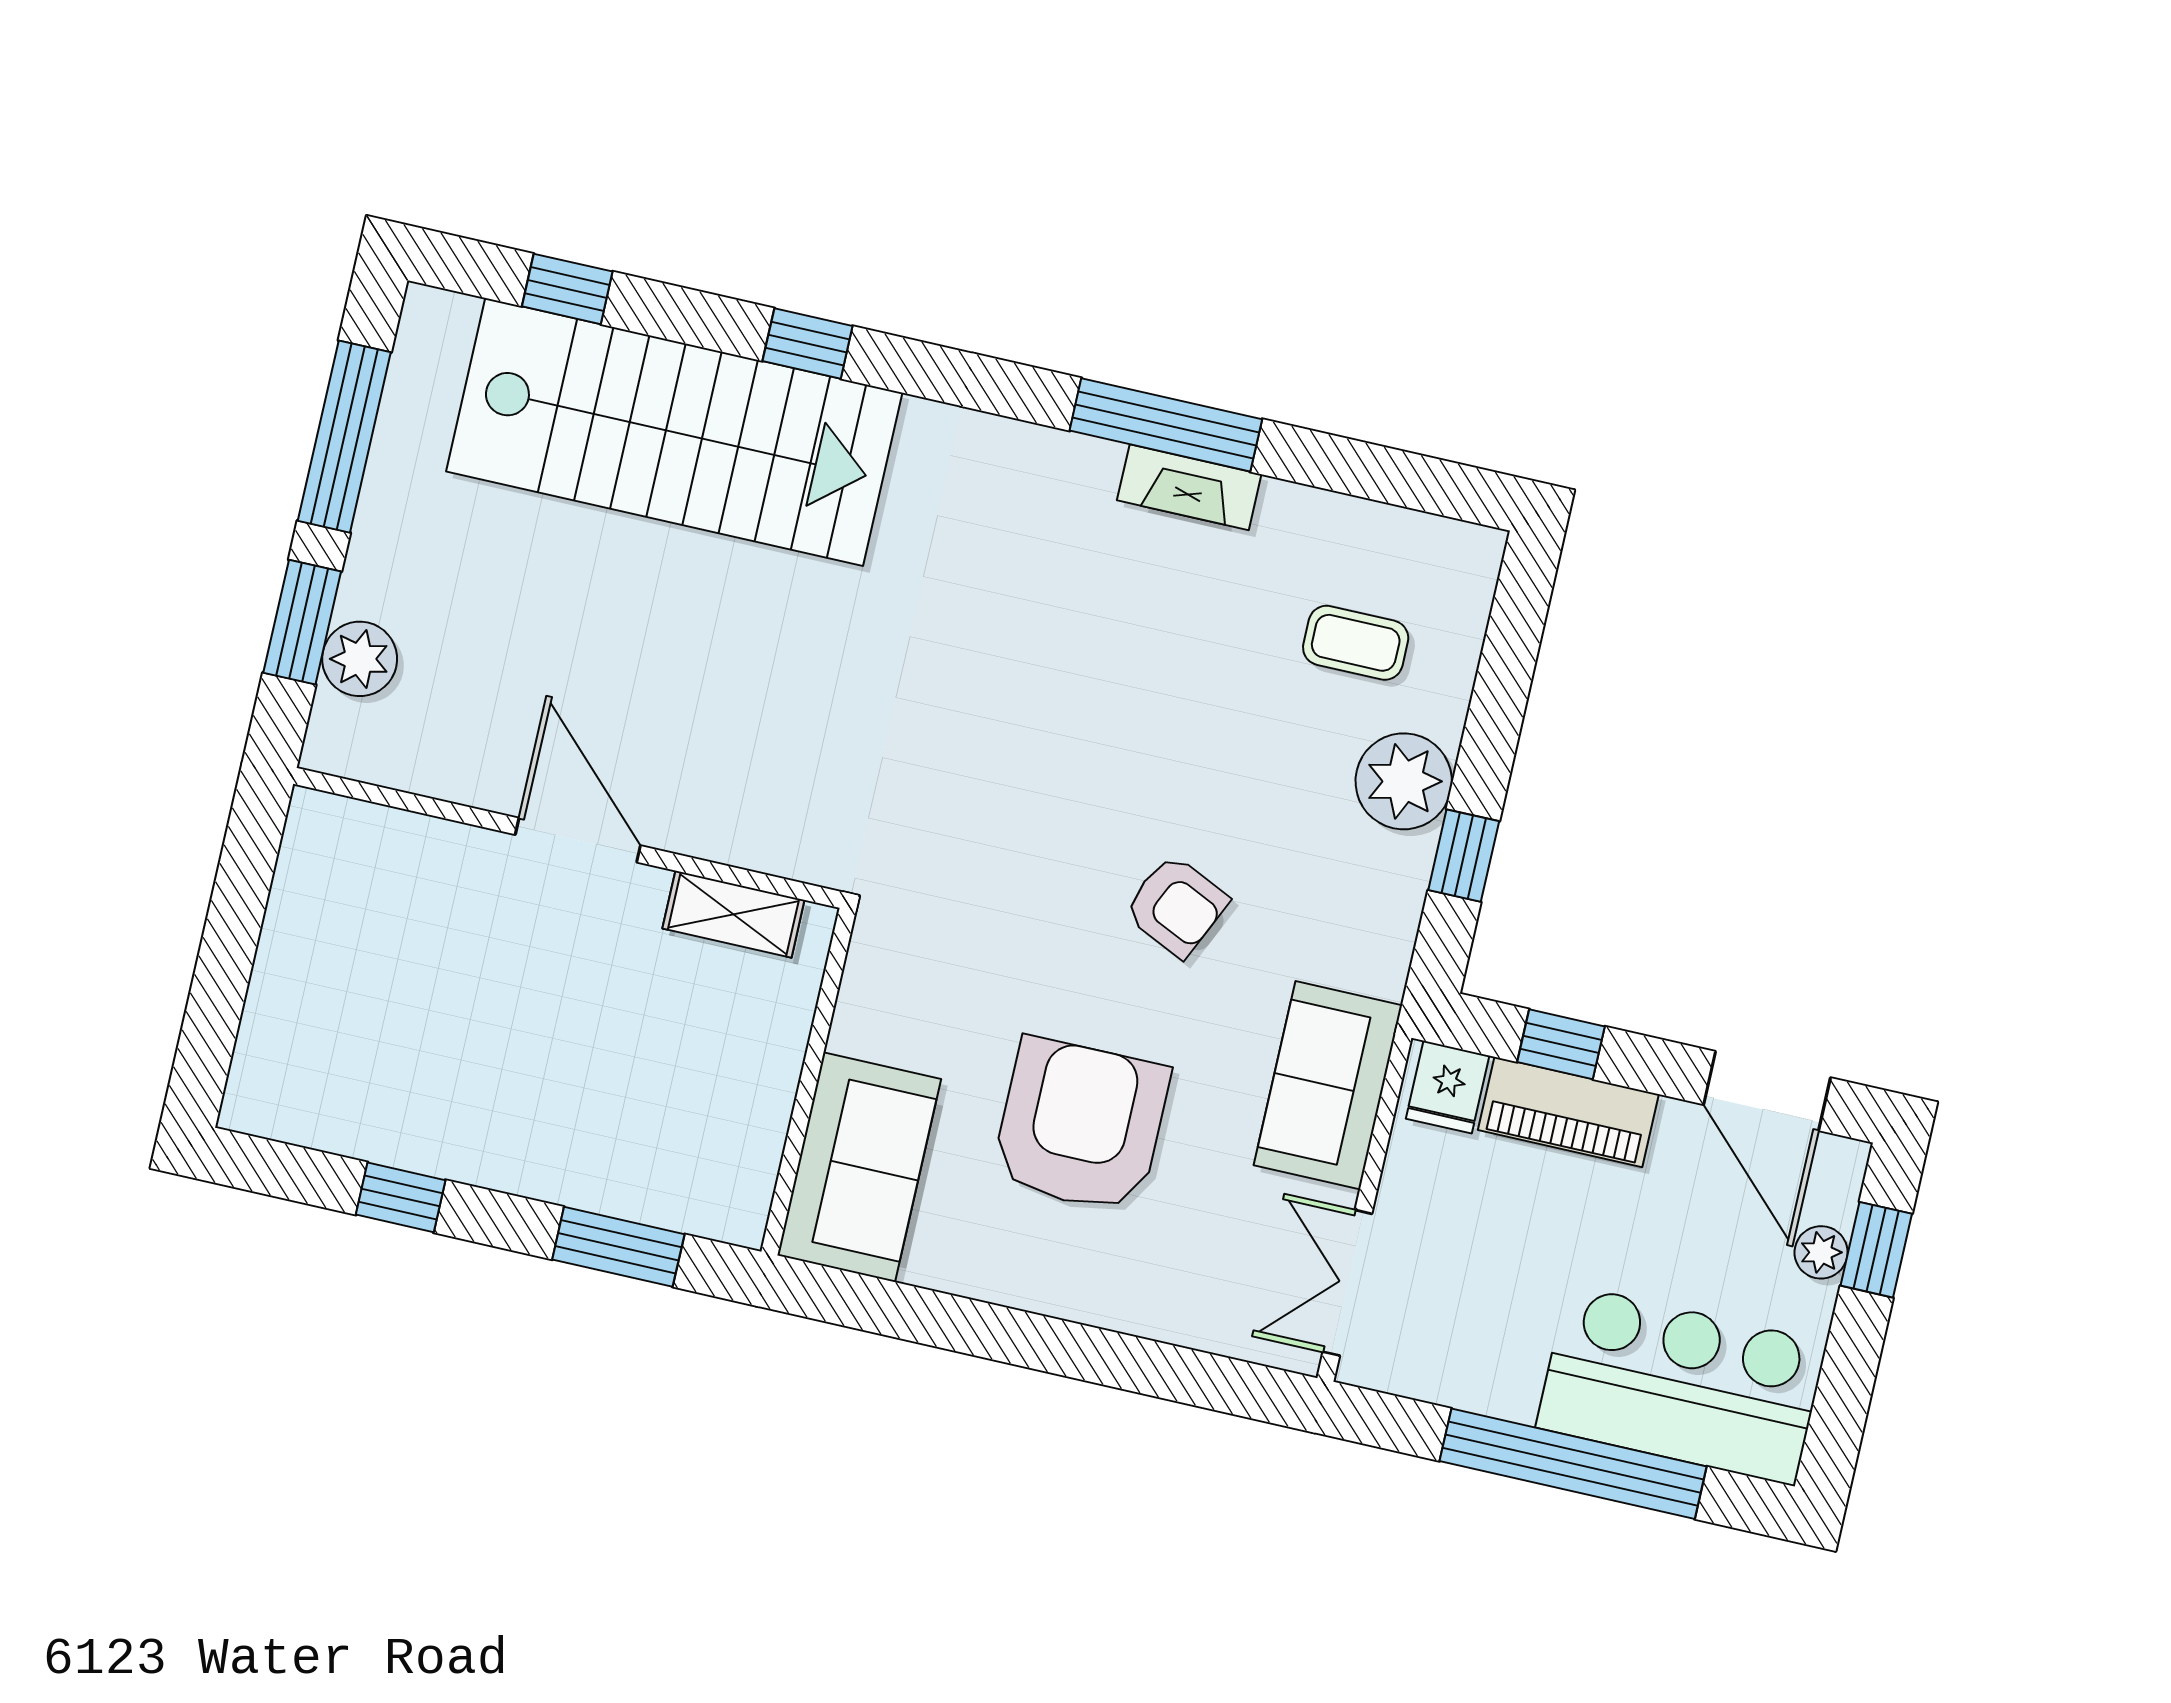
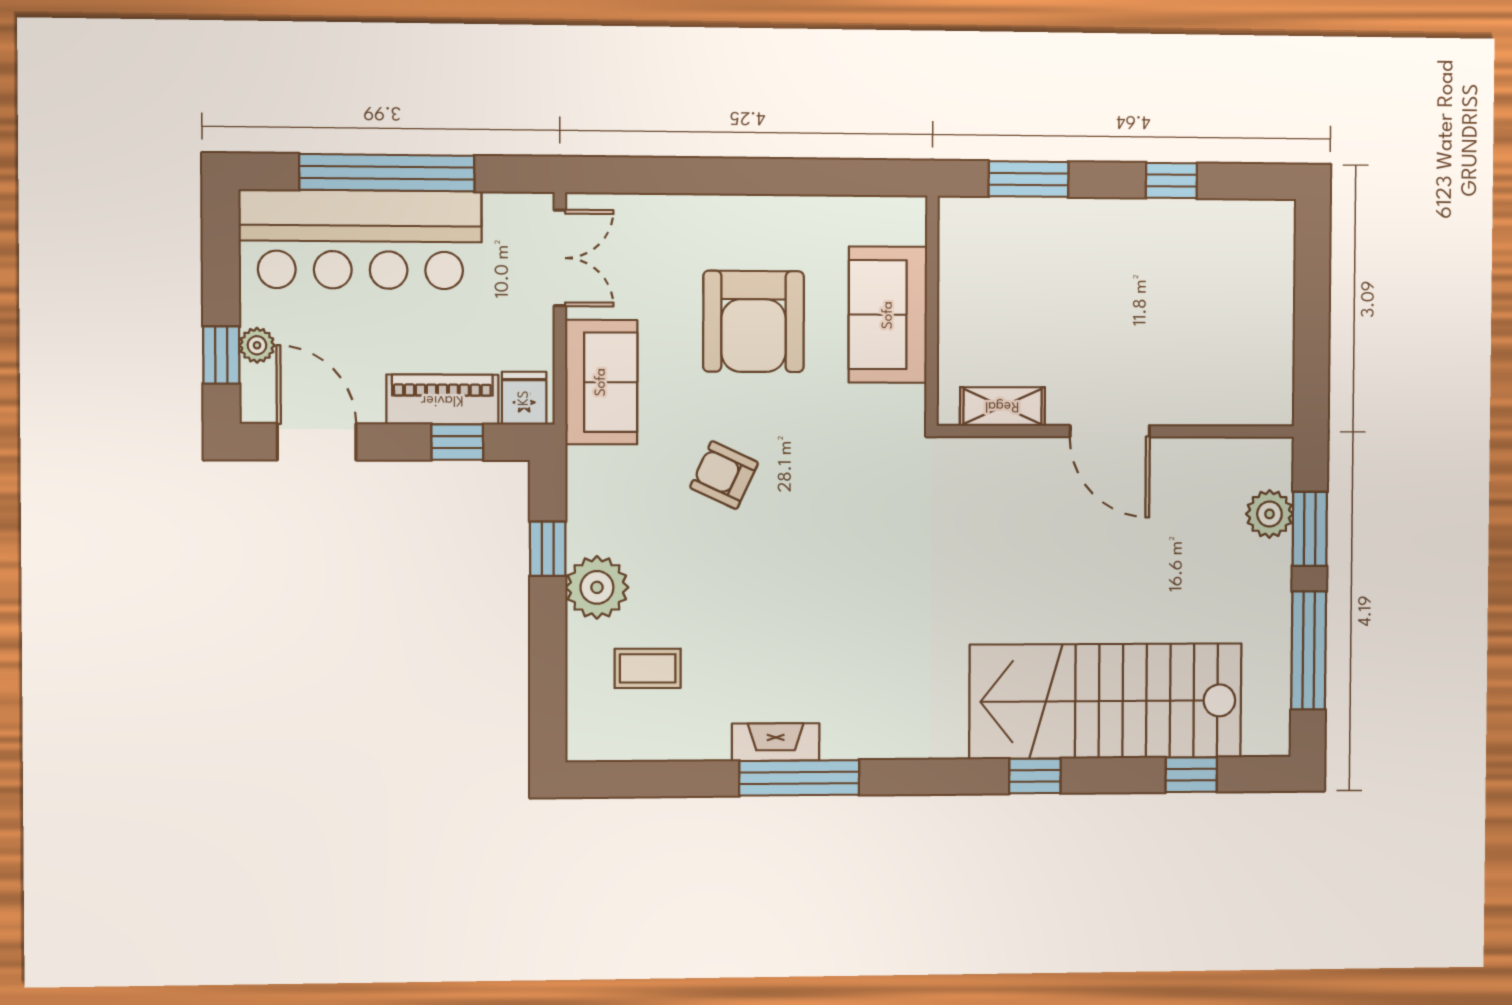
sofa: (859, 1167) -> (888, 315), moved
bar counter: (1681, 1385) -> (361, 239), width x1.36

